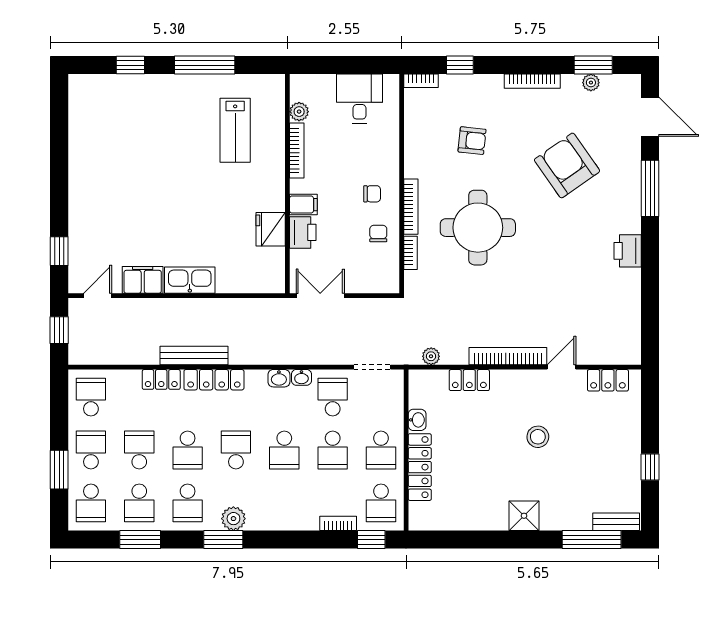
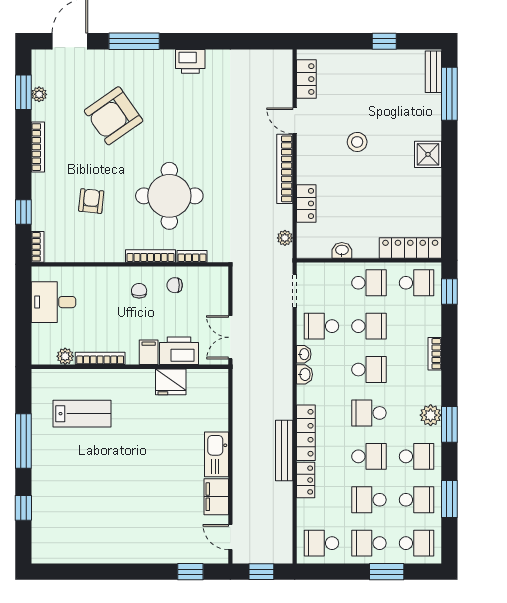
printer: (303, 232) -> (179, 351), width x1.37, depth x1.19
locker: (420, 467) -> (410, 248), moved
bookcase: (338, 523) -> (435, 354), moved

